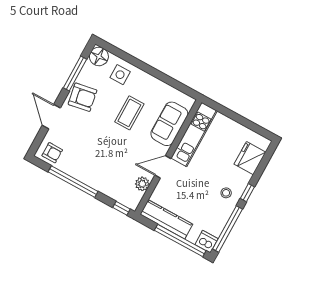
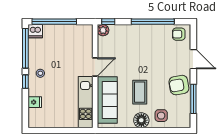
floor lamp: (99, 56) -> (141, 120), moved
sofa: (169, 124) -> (107, 100), width x1.36
fridge: (250, 158) -> (35, 102), width x0.53, depth x0.75
plant: (142, 184) -> (103, 30), moved
kitchen counter: (166, 219) -> (72, 31), removed

